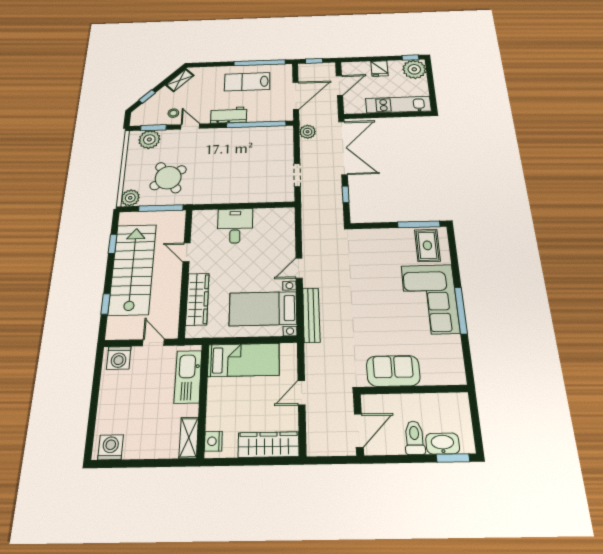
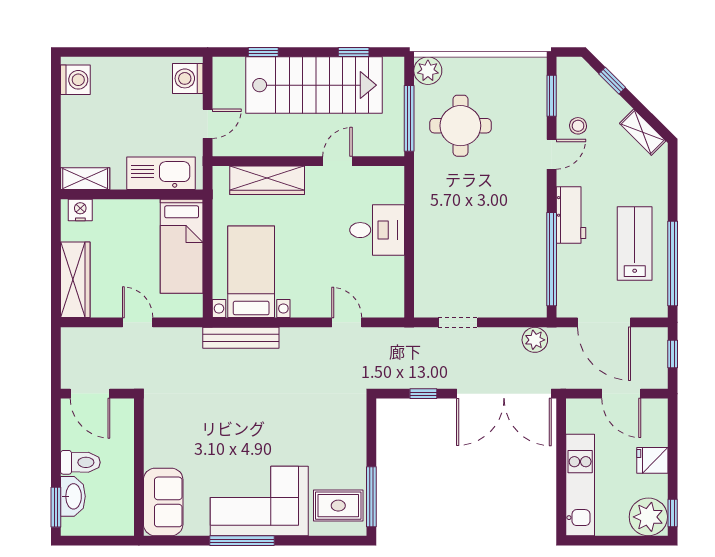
plant: (149, 139) -> (530, 91), removed
round table: (168, 178) -> (460, 126), turned 34
door: (299, 268) -> (347, 322), moved
sofa: (393, 371) -> (163, 502), moved

